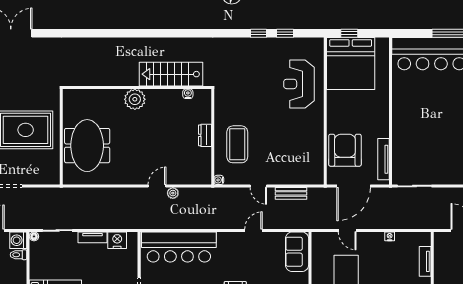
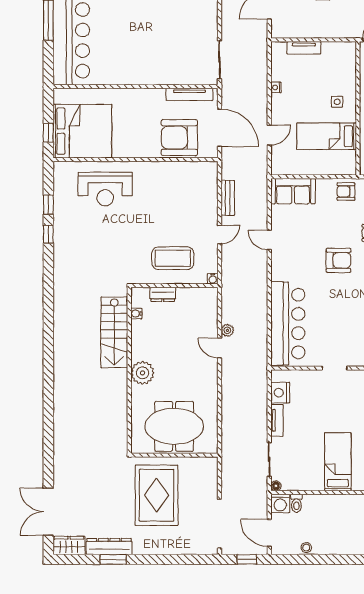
stairs: (171, 74) -> (114, 332), moved
wall: (137, 87) -> (129, 370), moved
water cooler: (188, 94) -> (136, 313), moved
plant: (135, 99) -> (143, 373), moved

